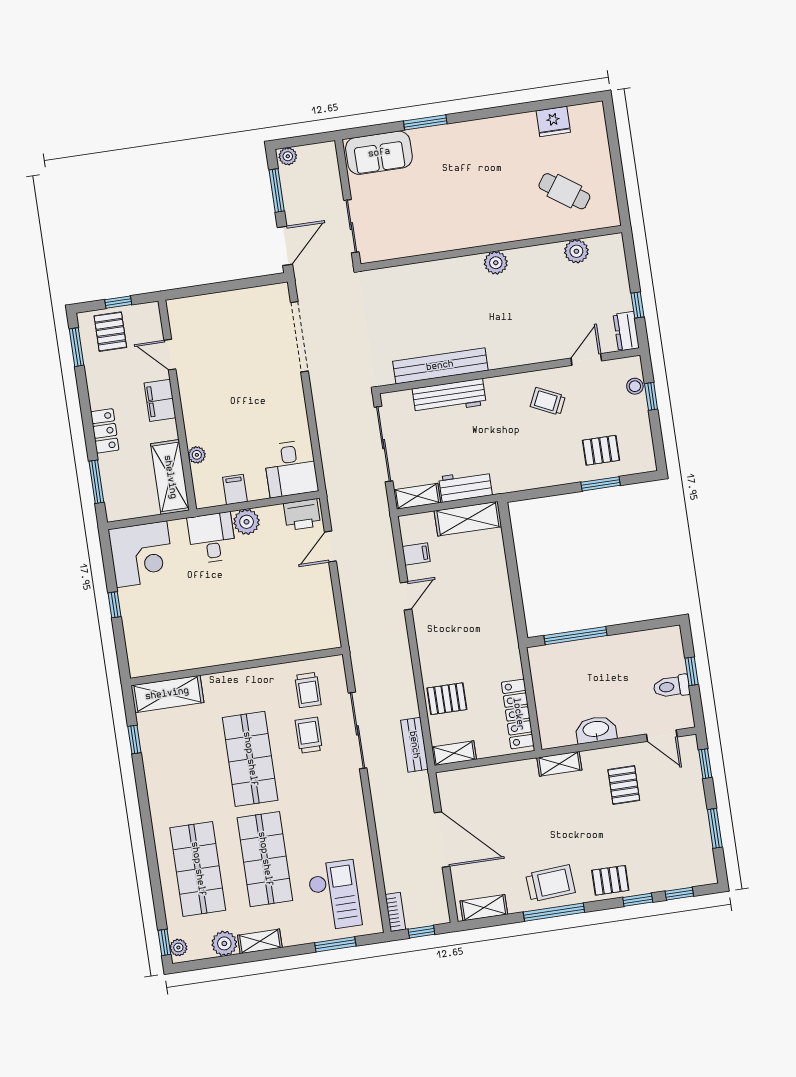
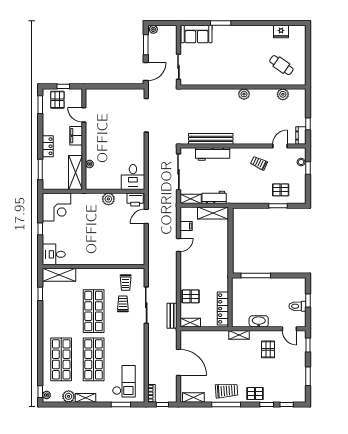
filing cabinet: (235, 489) -> (105, 183), removed
desk: (212, 538) -> (54, 254), moved, turned -90

